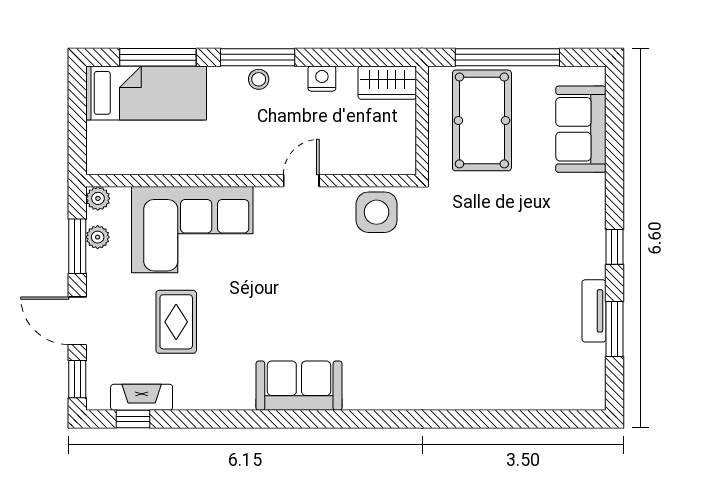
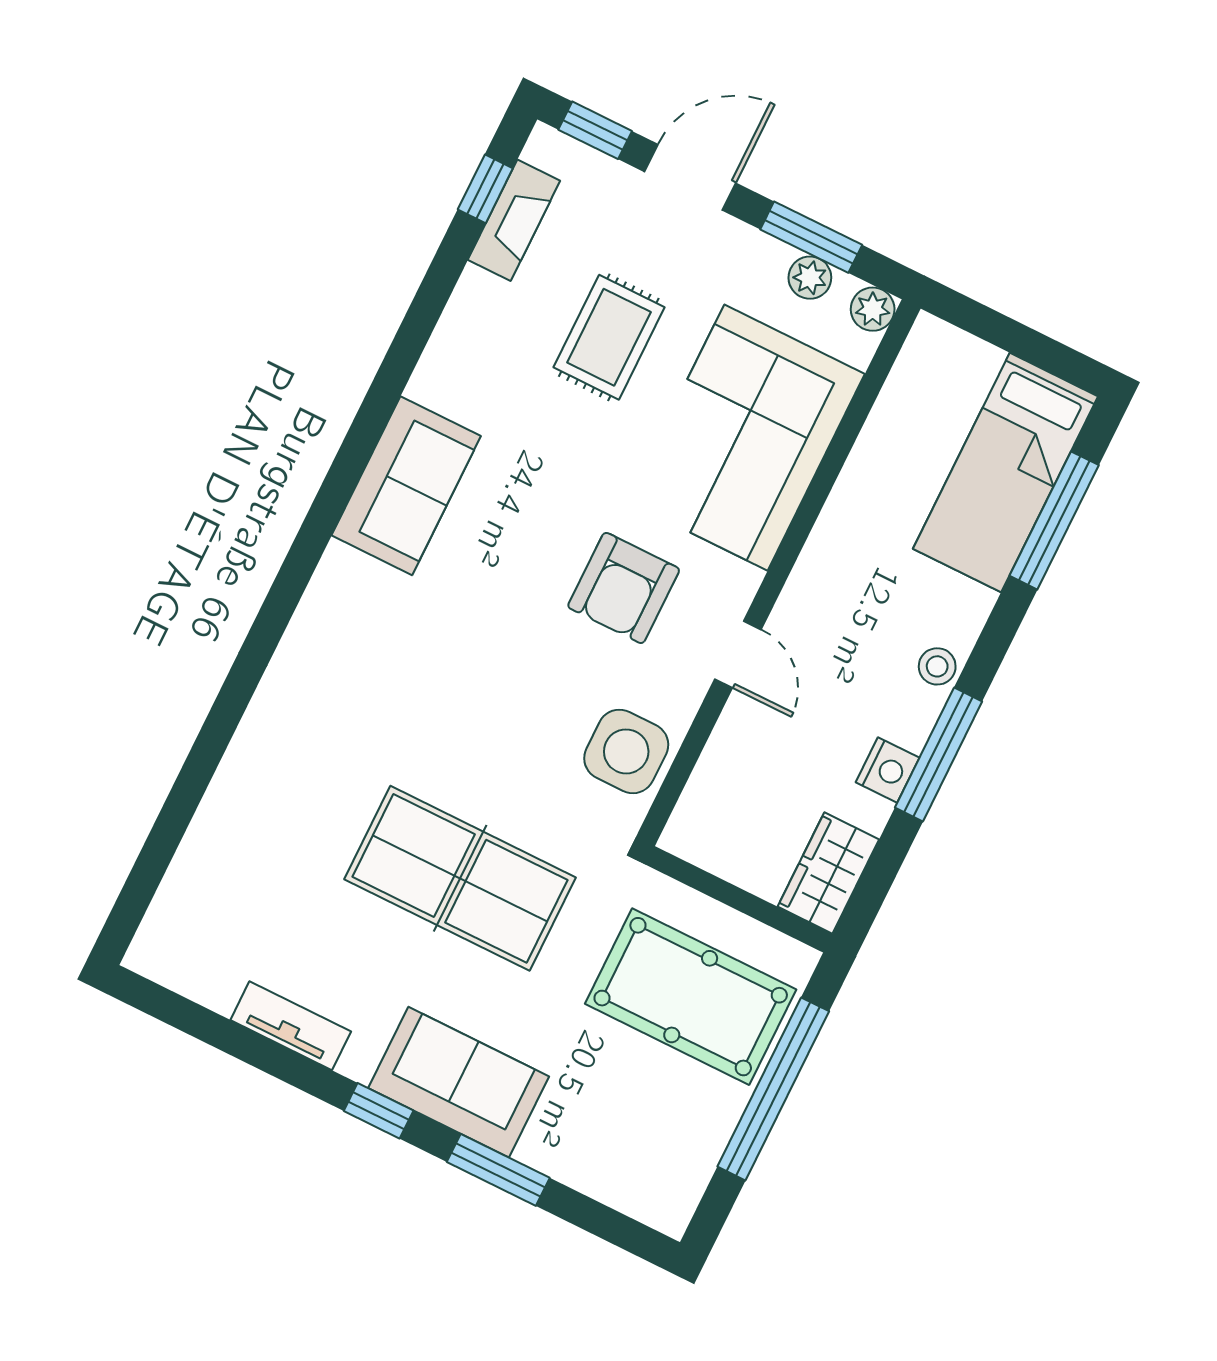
window: (258, 57) -> (939, 754), moved
sofa: (581, 129) -> (459, 1082), moved
armchair: (296, 253) -> (624, 588), added
table tennis table: (480, 263) -> (460, 878), added
rug: (176, 322) -> (609, 337), turned 90
window: (614, 329) -> (498, 1170), moved

